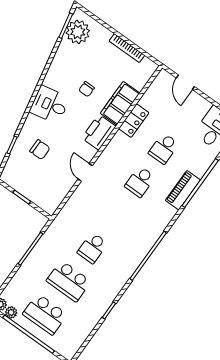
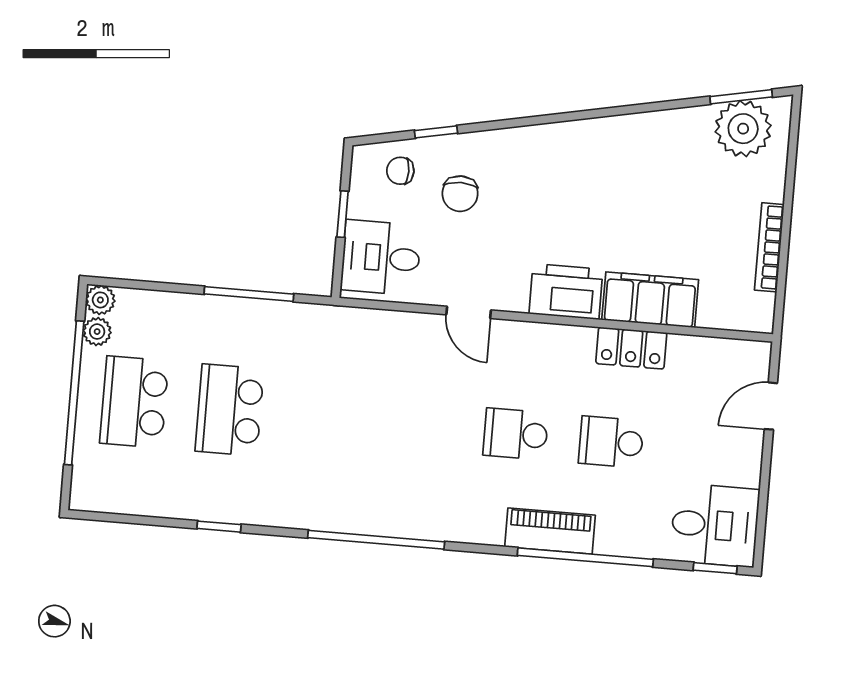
chair: (87, 89) -> (400, 171), moved
desk: (50, 105) -> (381, 258), moved, turned -79
door: (85, 172) -> (469, 312), swing flipped
school desk: (92, 248) -> (325, 418), removed

